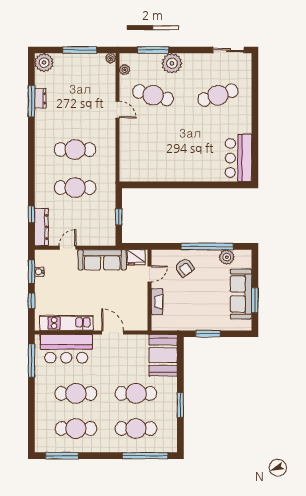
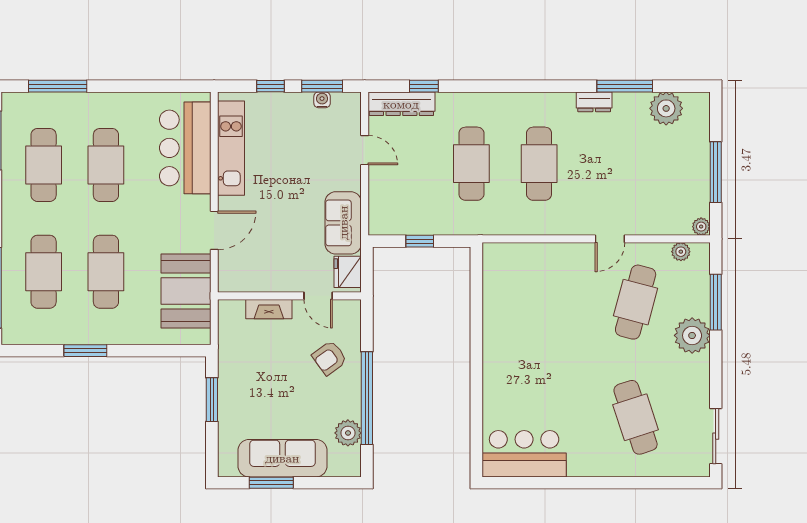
plant: (44, 63) -> (666, 108), moved
dresser: (40, 98) -> (594, 102), moved
sofa: (102, 260) -> (343, 223), width x0.73
booth: (163, 355) -> (186, 291), moved, turned 90
window: (31, 361) -> (58, 86), moved

